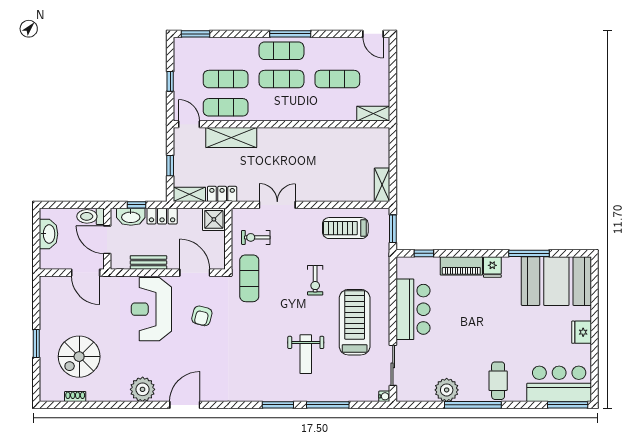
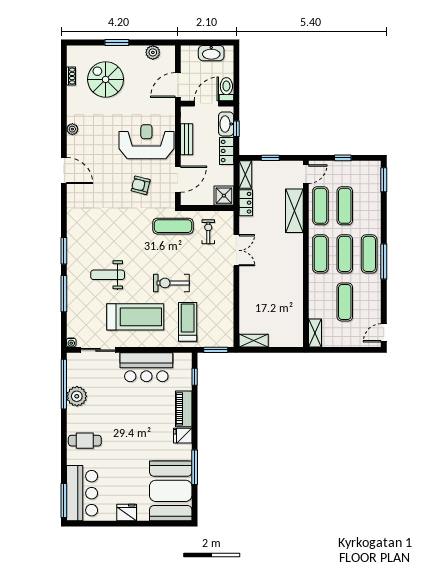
exercise mat: (281, 107) -> (320, 254), added
treadmill: (345, 228) -> (188, 322), moved
exercise bike: (315, 280) -> (171, 283), width x1.38, depth x1.39
plant: (48, 302) -> (153, 52), added
plant: (143, 389) -> (72, 129), width x0.53, depth x0.53
window: (473, 405) -> (64, 384), moved

